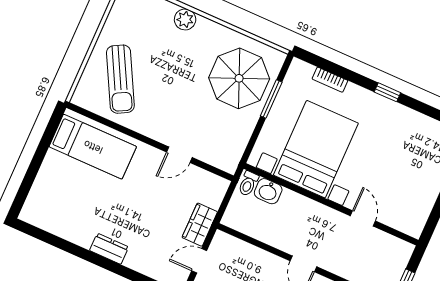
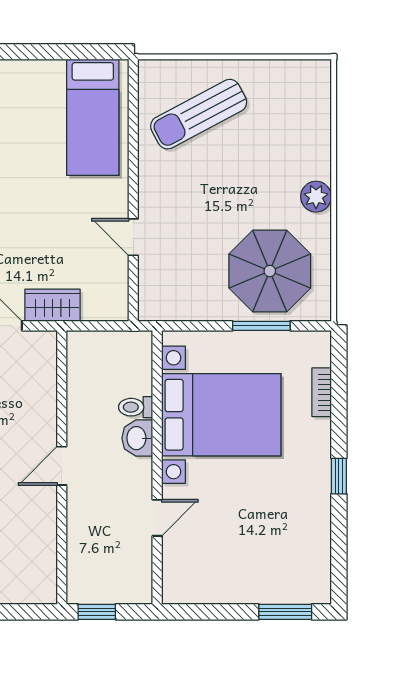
plant: (185, 19) -> (316, 197), moved
toilet: (248, 184) -> (136, 407), moved
washbasin: (268, 191) -> (137, 438), moved

